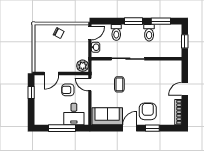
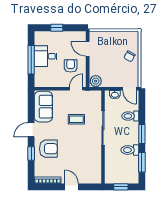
window: (31, 93) -> (57, 28), moved
desk: (74, 114) -> (46, 56), moved
door: (130, 128) -> (31, 130), swing flipped

